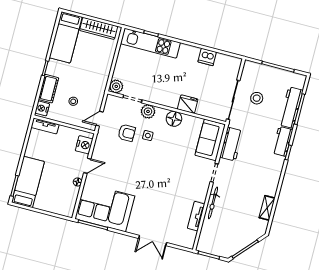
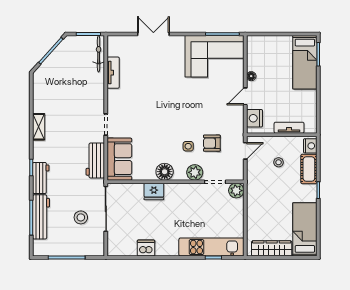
tv unit: (45, 126) -> (289, 128), moved
bicycle: (213, 203) -> (99, 54), moved
shelving: (267, 208) -> (39, 127), moved

